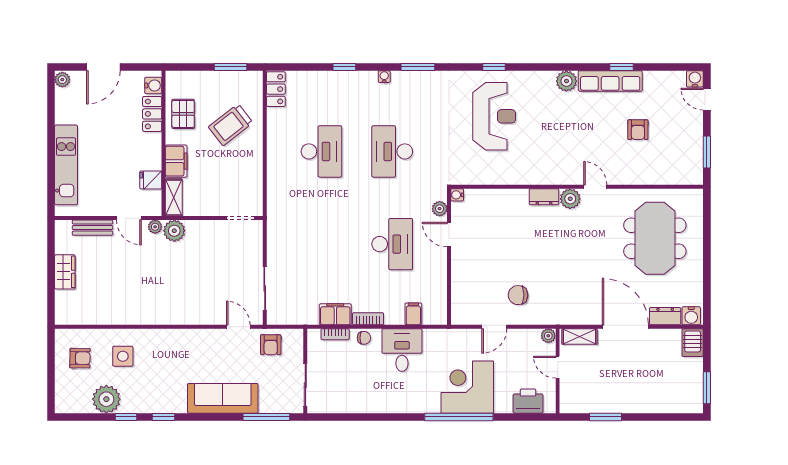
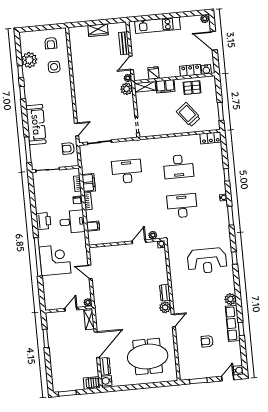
desk: (392, 244) -> (127, 171), moved, turned 180
chair: (518, 295) -> (109, 283), removed
printer: (528, 401) -> (43, 221), moved

